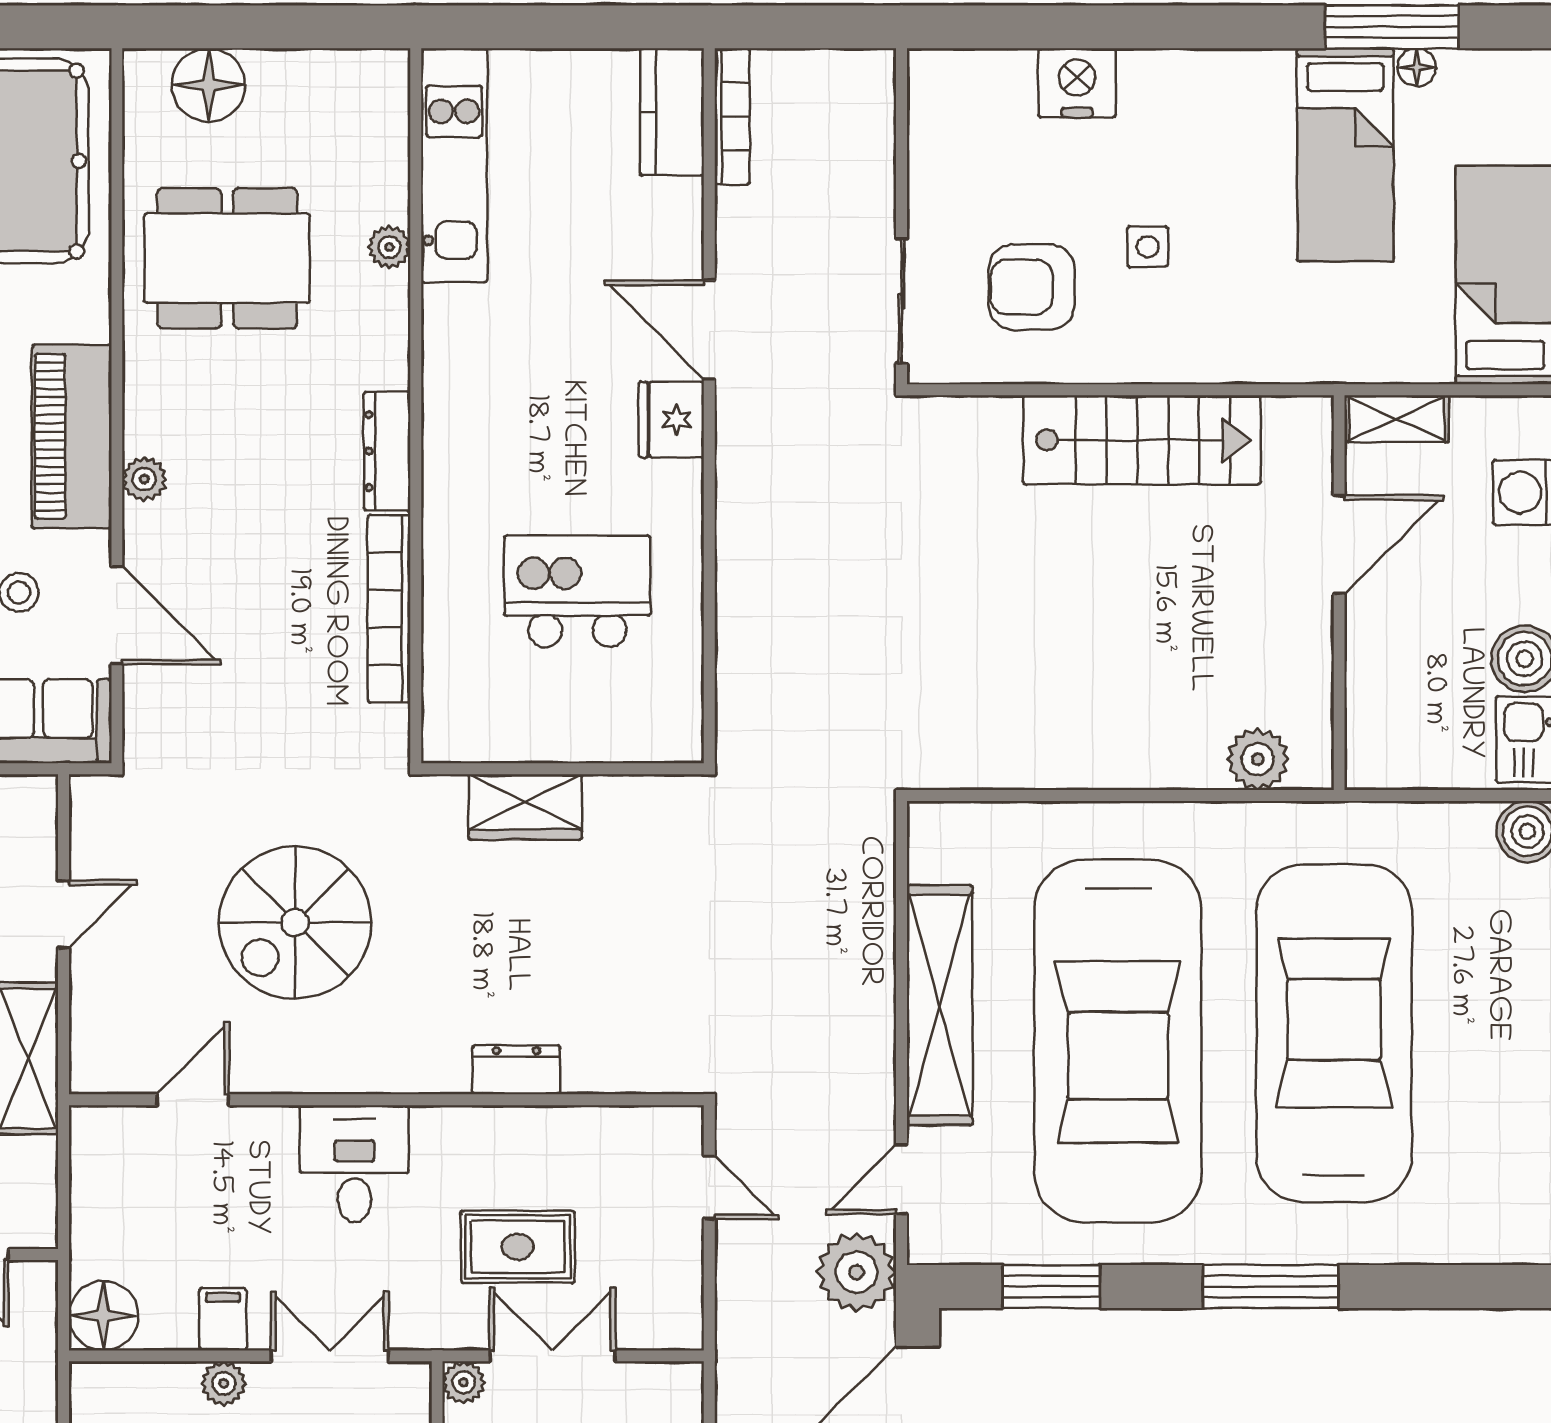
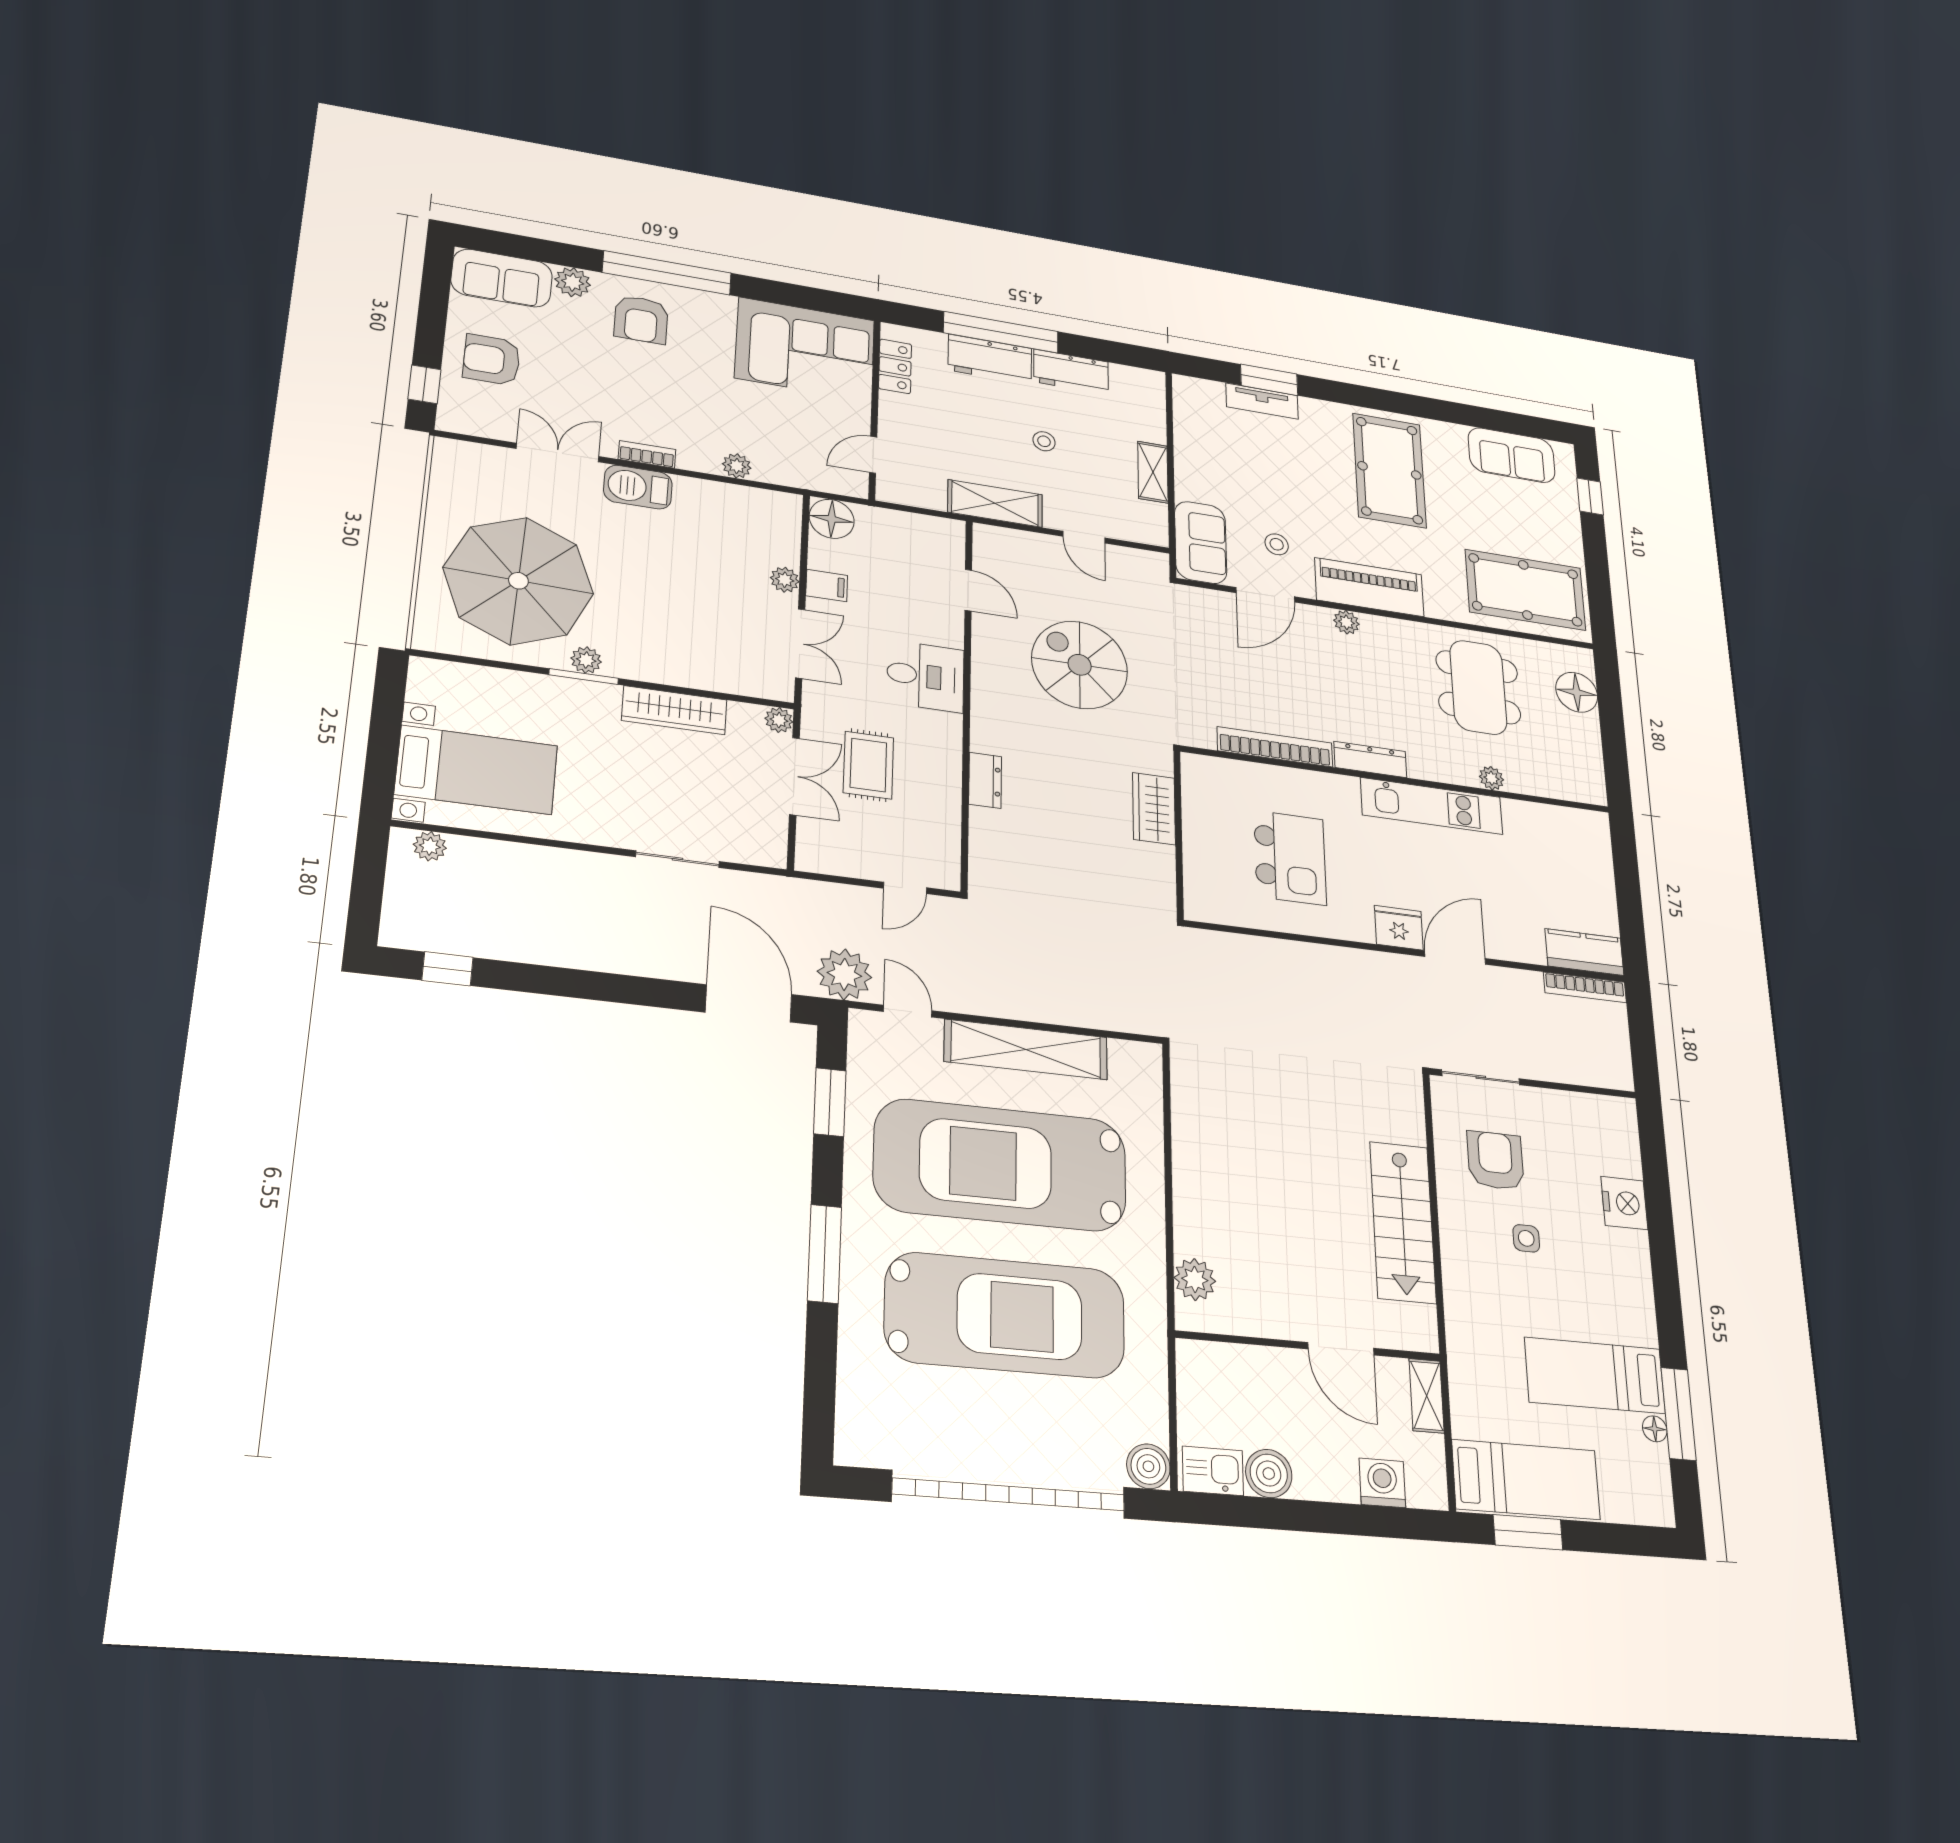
kitchen unit: (454, 165) -> (1432, 806), moved

